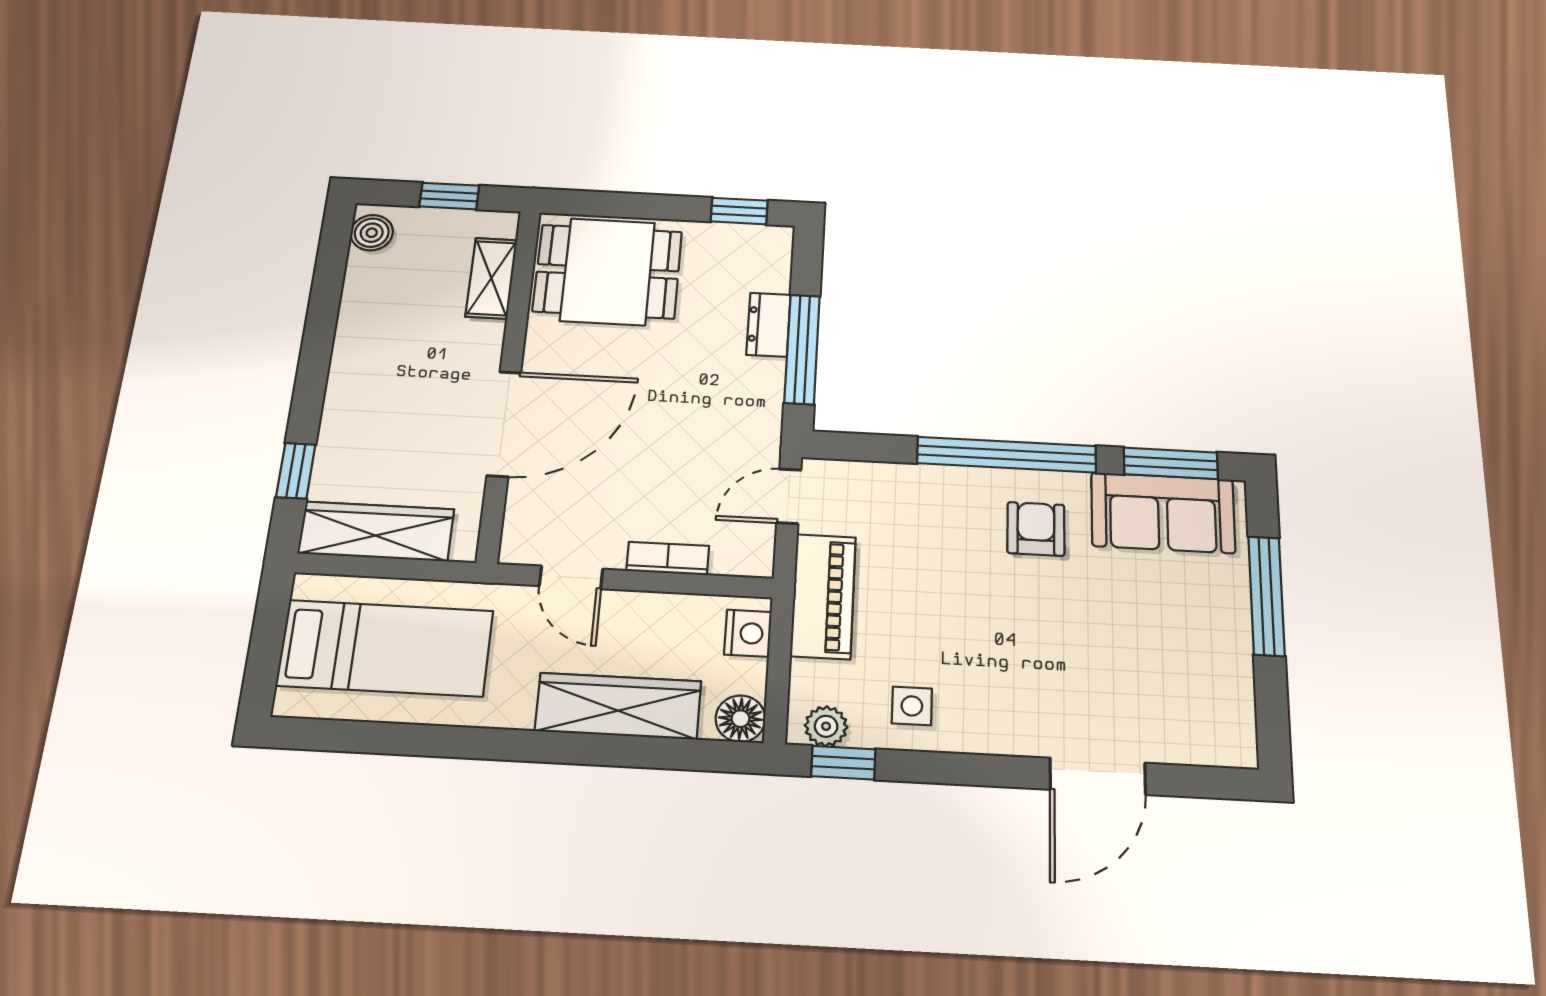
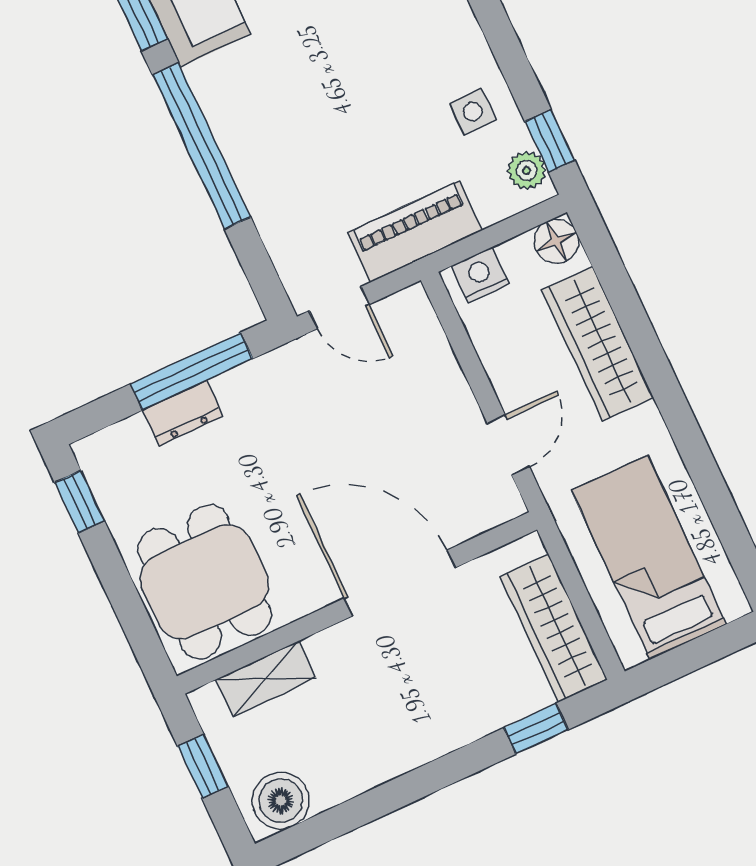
boiler: (372, 233) -> (281, 801), width x1.36, depth x1.36
armchair: (1036, 529) -> (259, 88), removed
bookcase: (668, 558) -> (449, 376), removed

